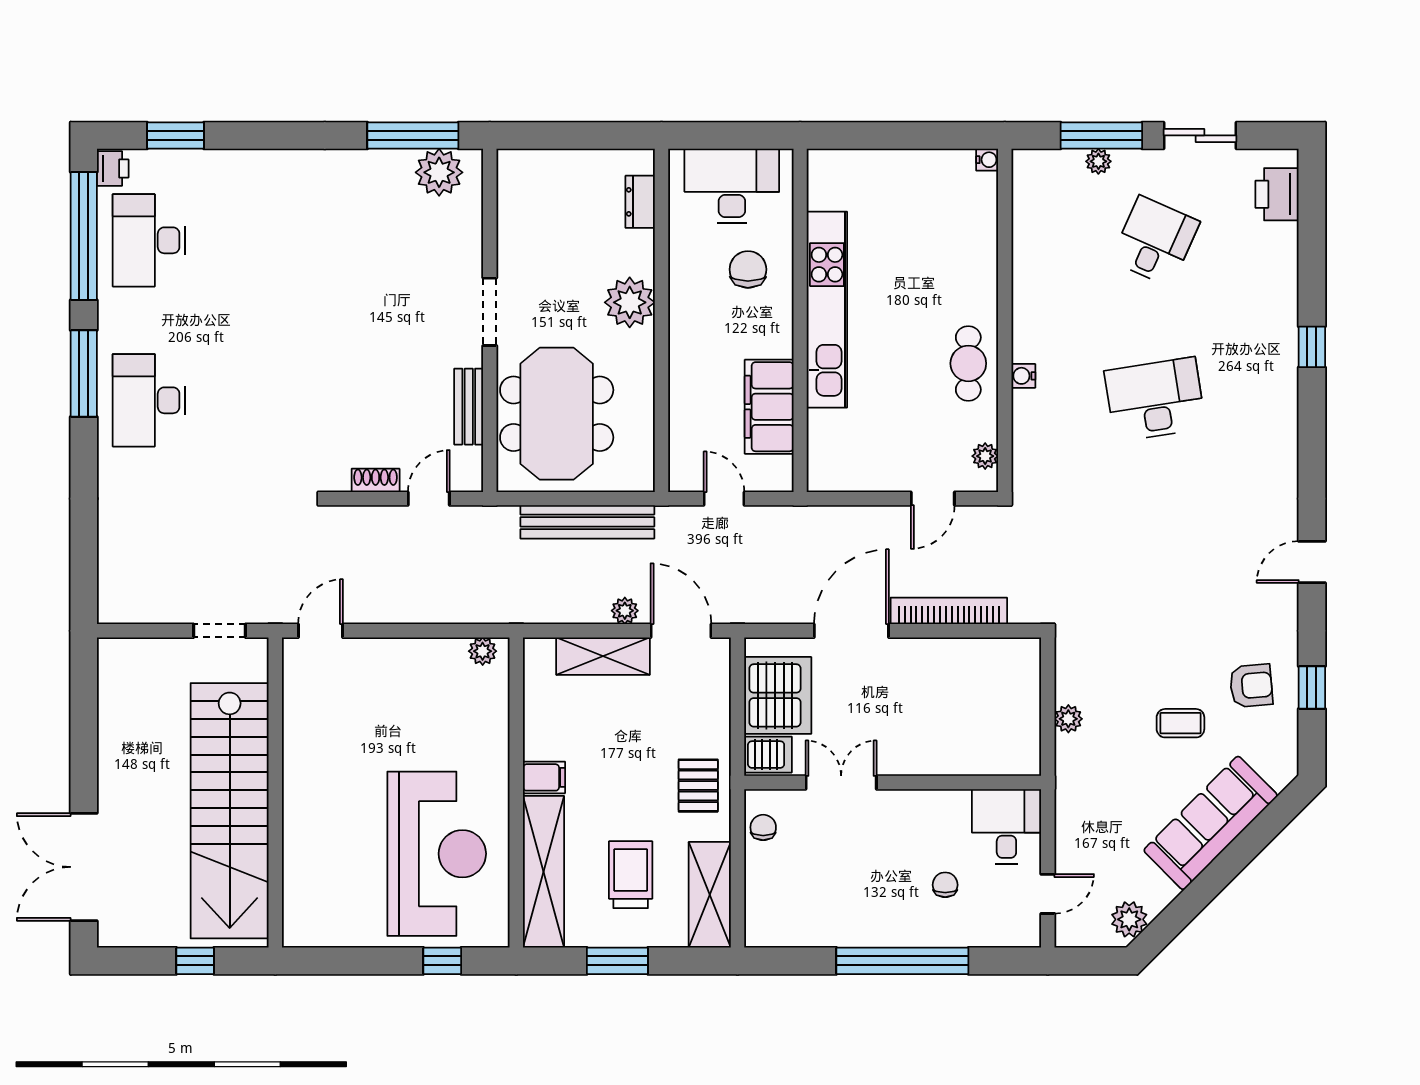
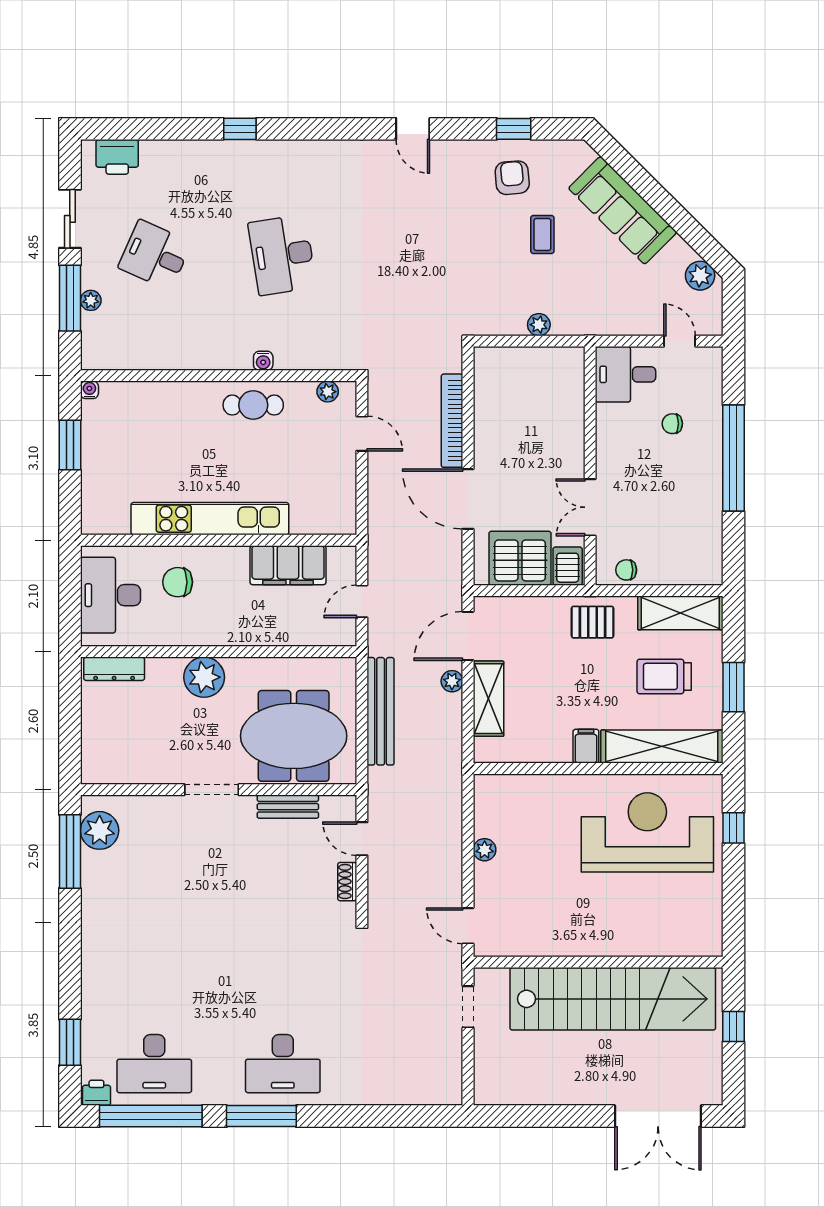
window: (919, 135) -> (70, 445), added
dresser: (640, 202) -> (114, 669), width x1.44
plant: (483, 651) -> (485, 850), moved

